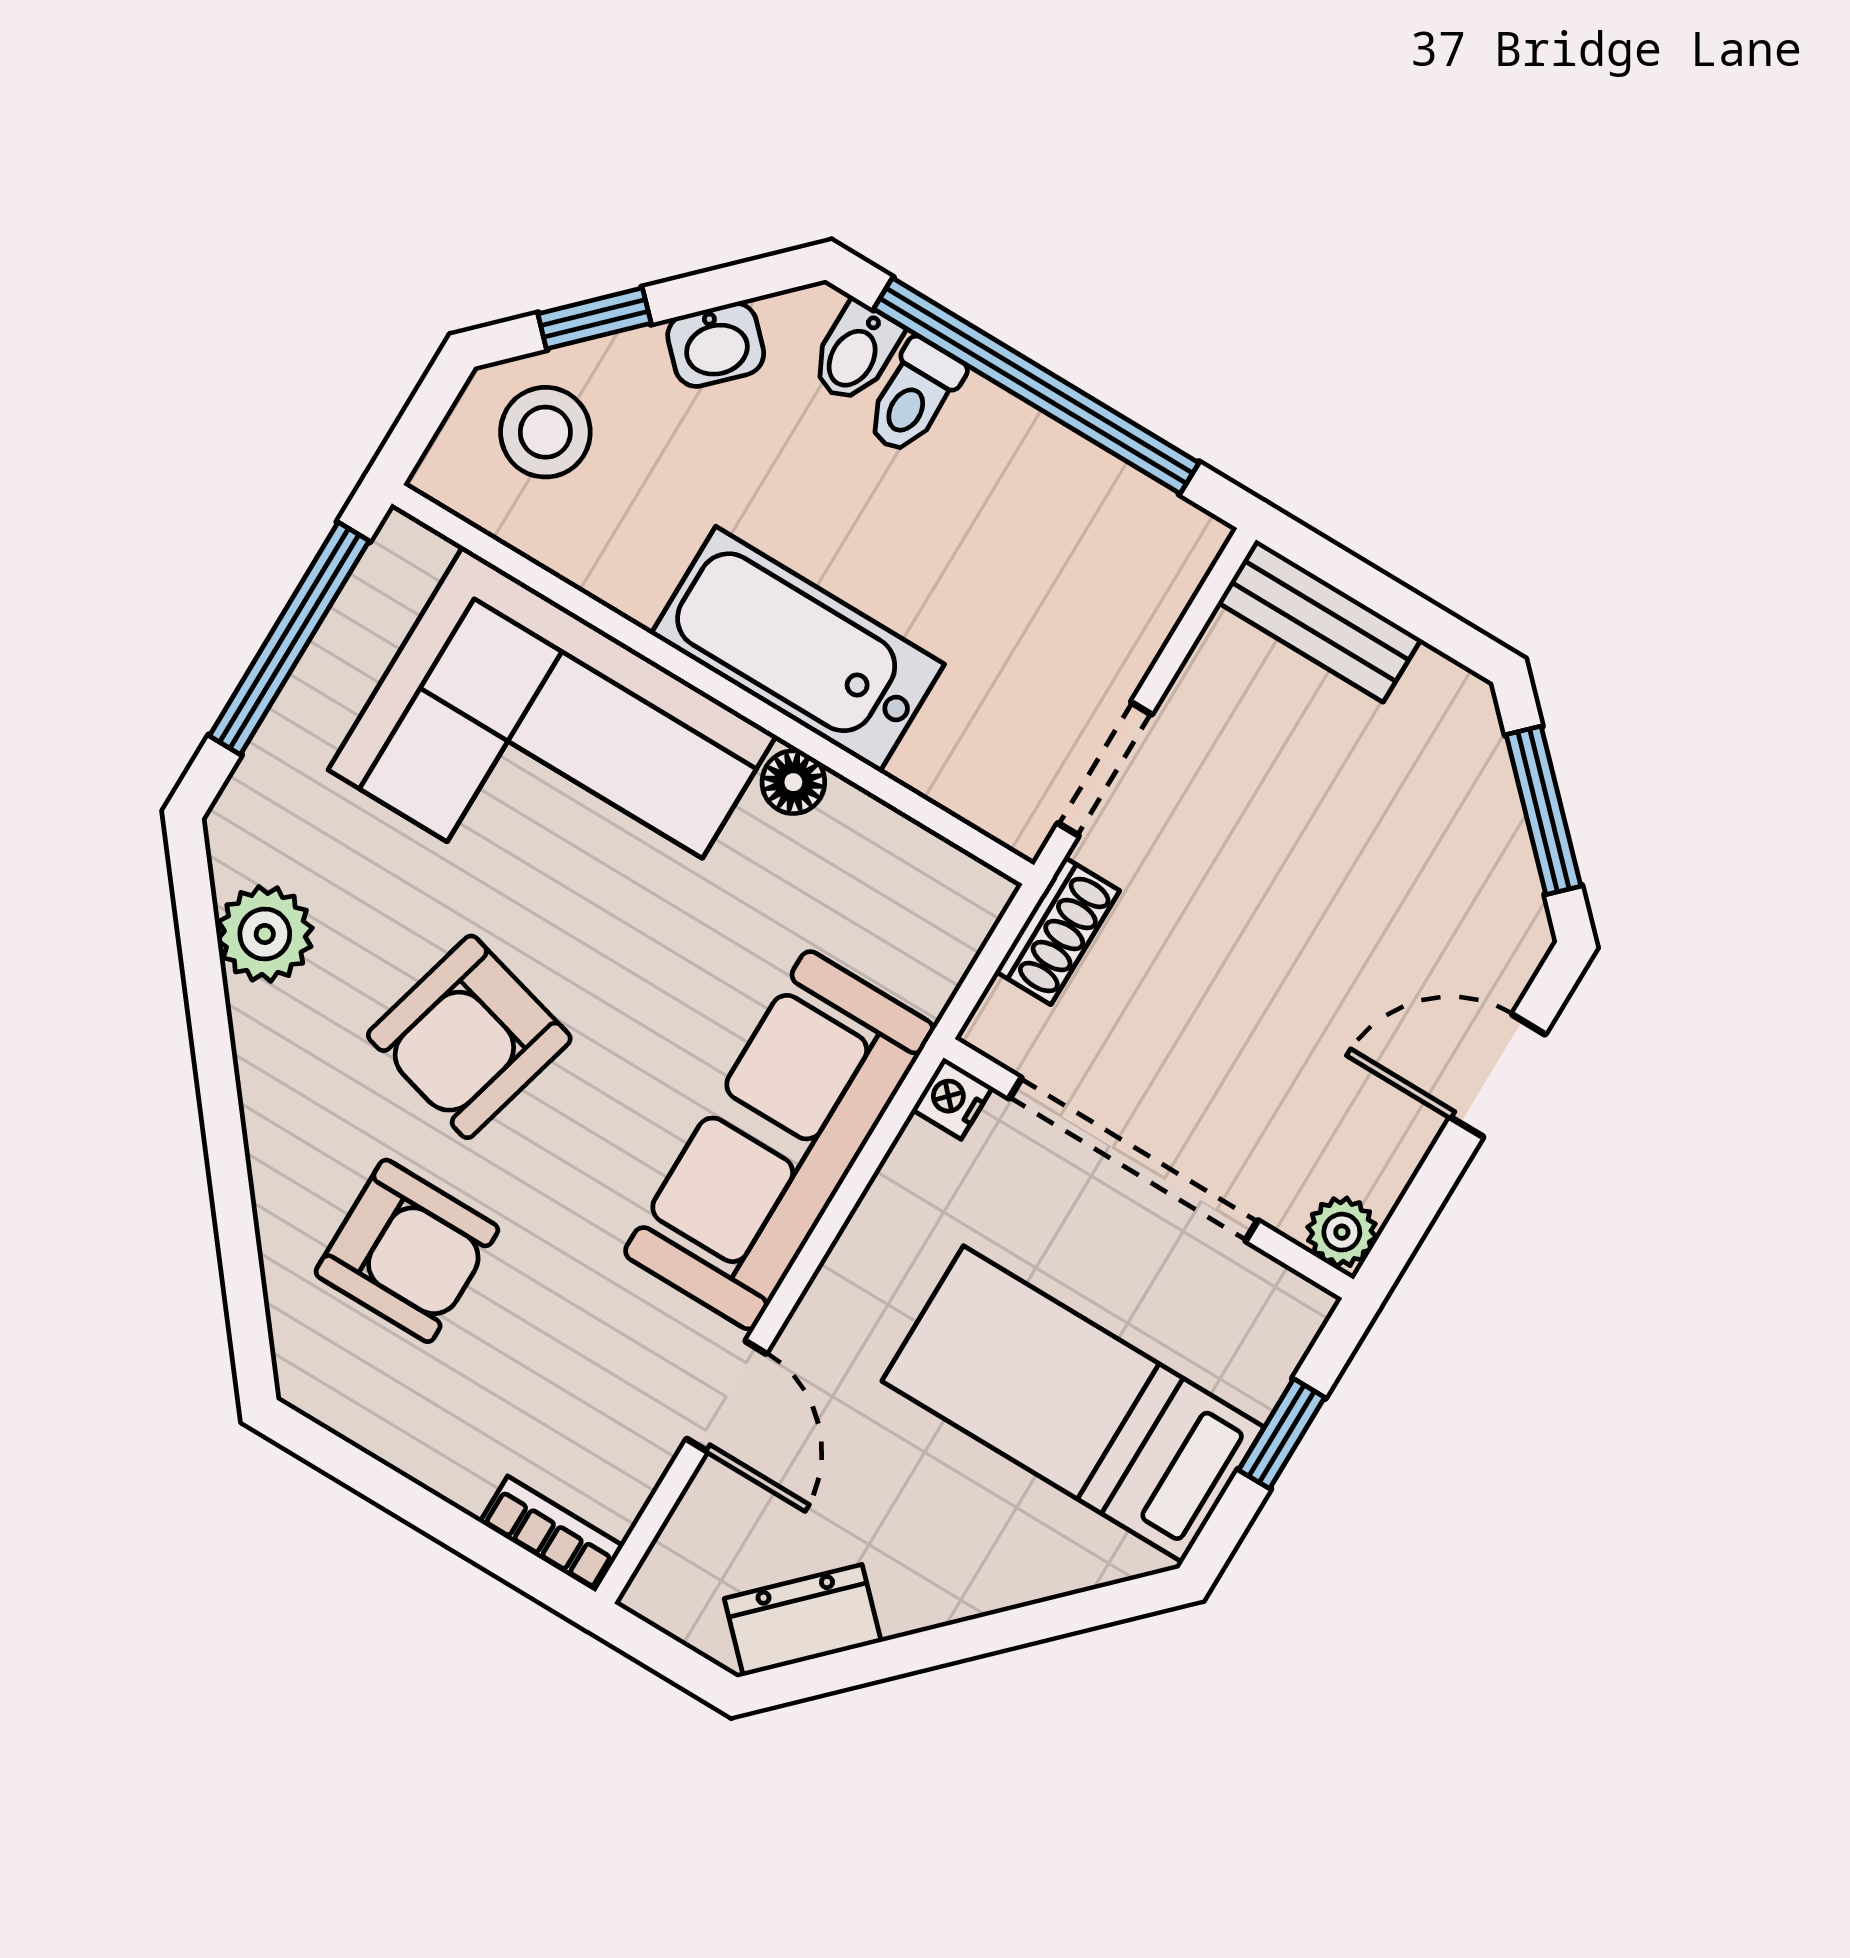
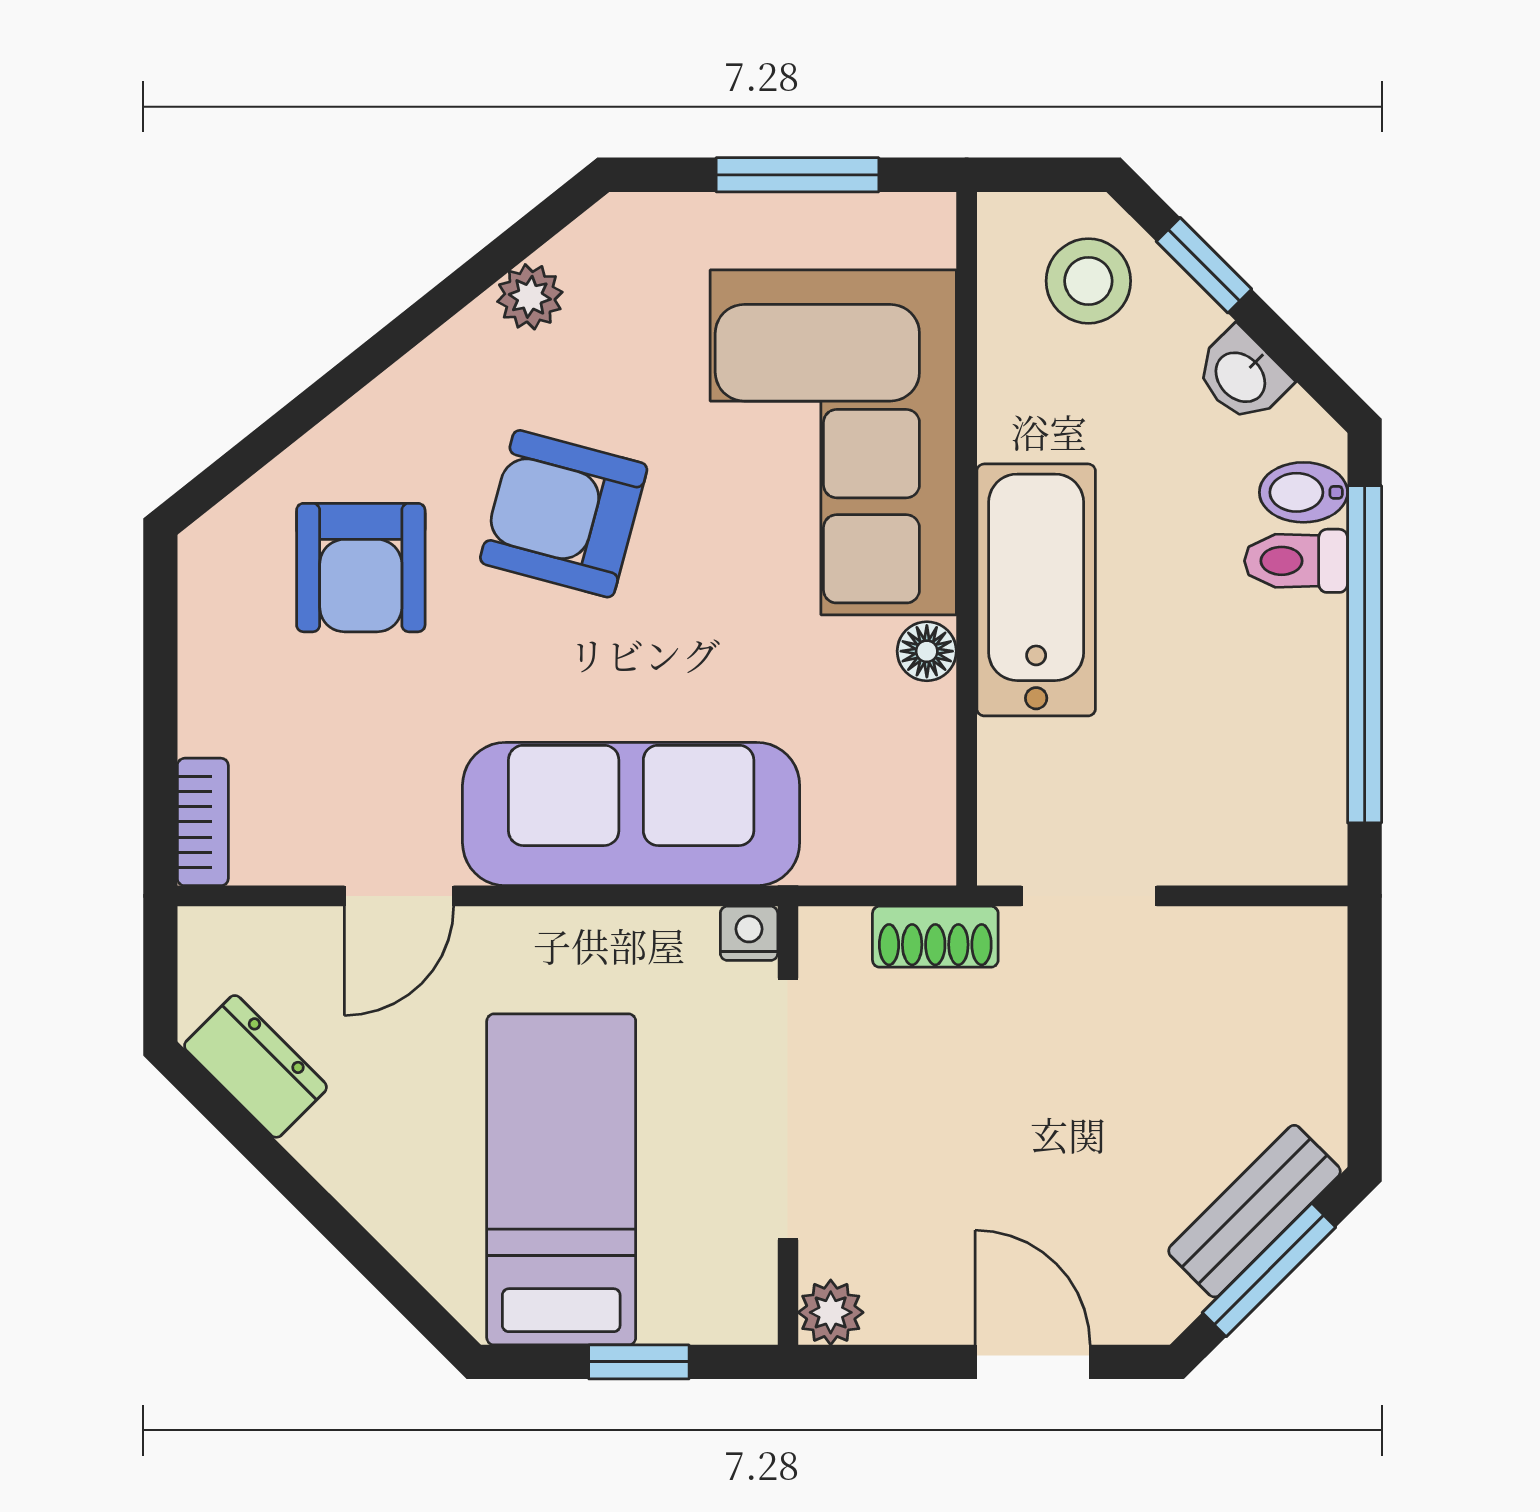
bench: (1320, 621) -> (1254, 1211), moved, turned 45
window: (289, 638) -> (797, 175), width x0.69
plant: (265, 934) -> (530, 297), width x0.73, depth x0.73

